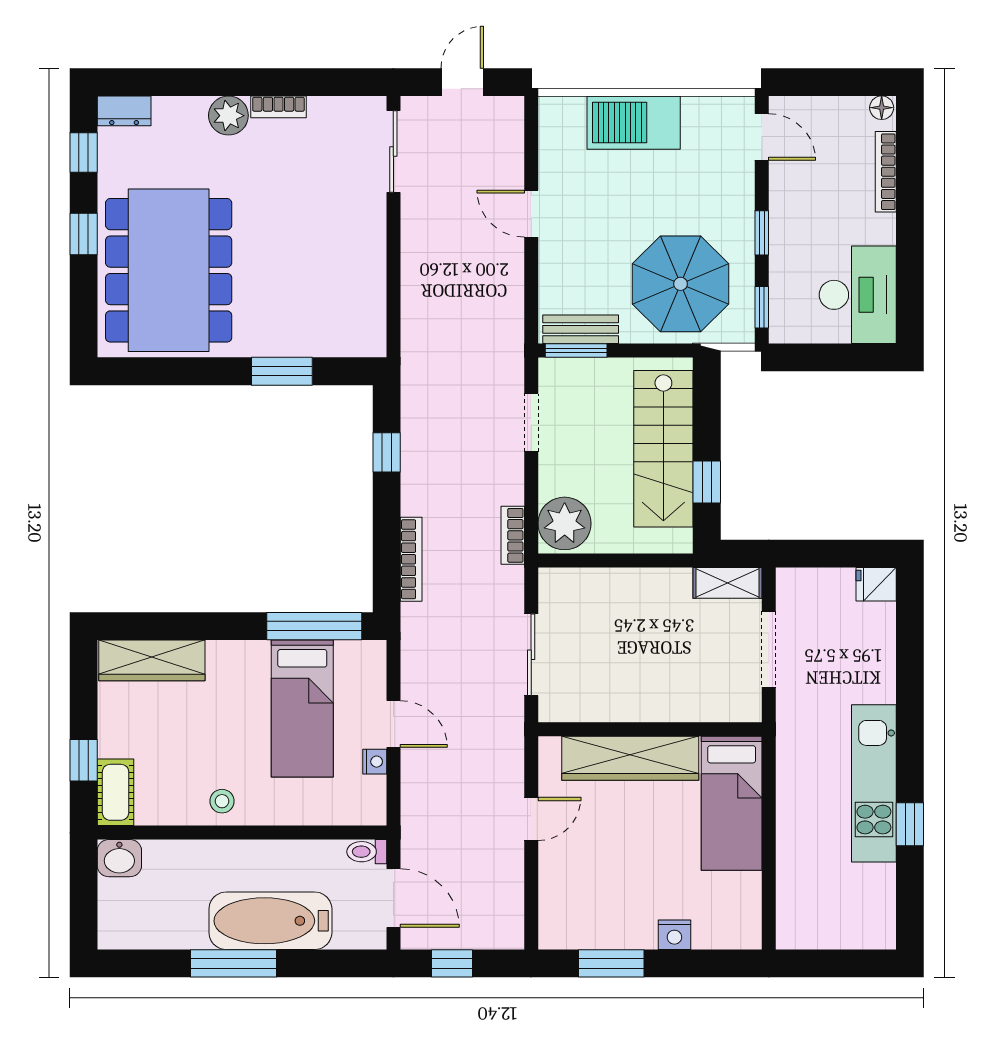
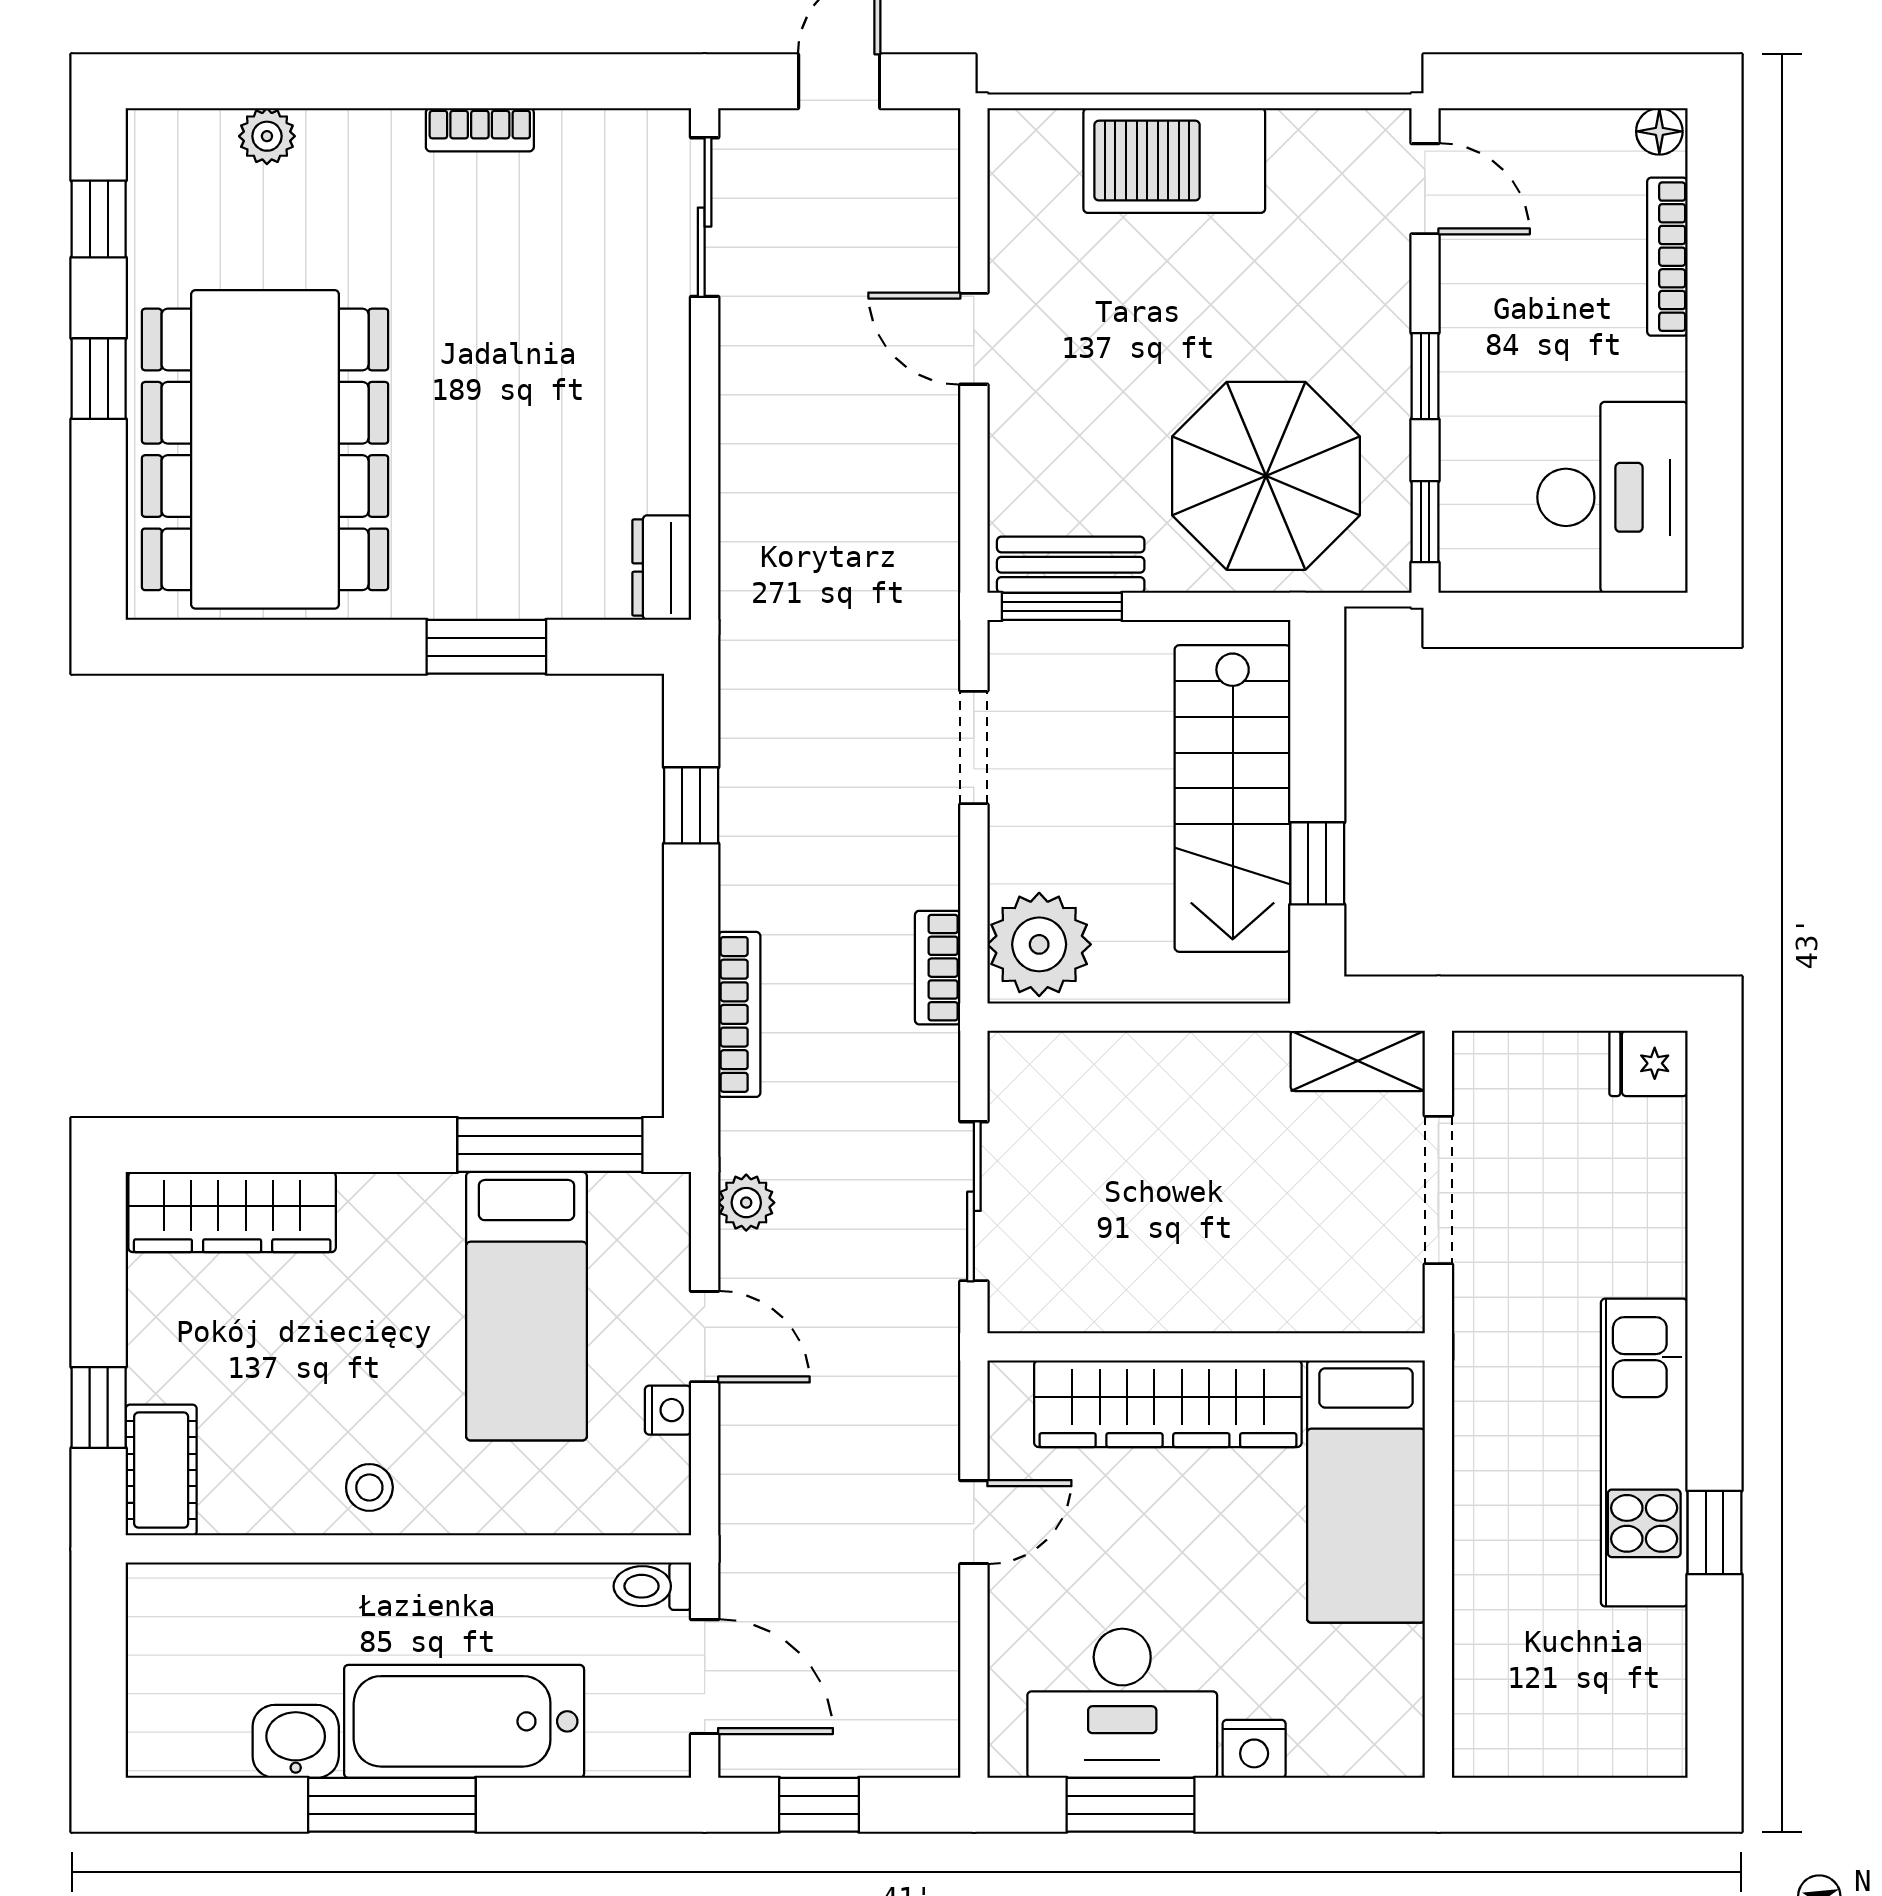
dresser: (124, 111) -> (662, 568), moved, turned 90
plant: (228, 116) -> (267, 136), moved, width x0.73, depth x0.73
plant: (415, 655) -> (746, 1203), added
washbasin: (119, 858) -> (296, 1741), moved, turned 180
desk: (607, 912) -> (1122, 1703), added

